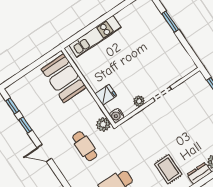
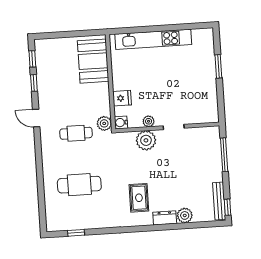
kitchen unit: (95, 36) -> (153, 39), width x1.36
plant: (146, 118) -> (146, 140), added
cafe table: (85, 146) -> (76, 133), turned 90

